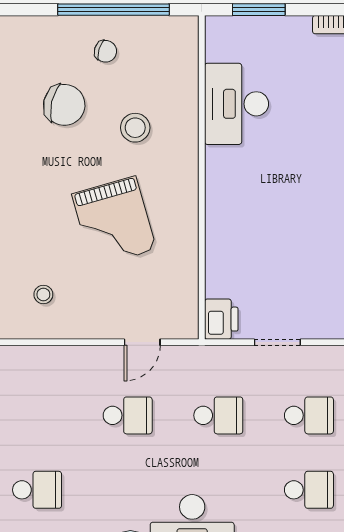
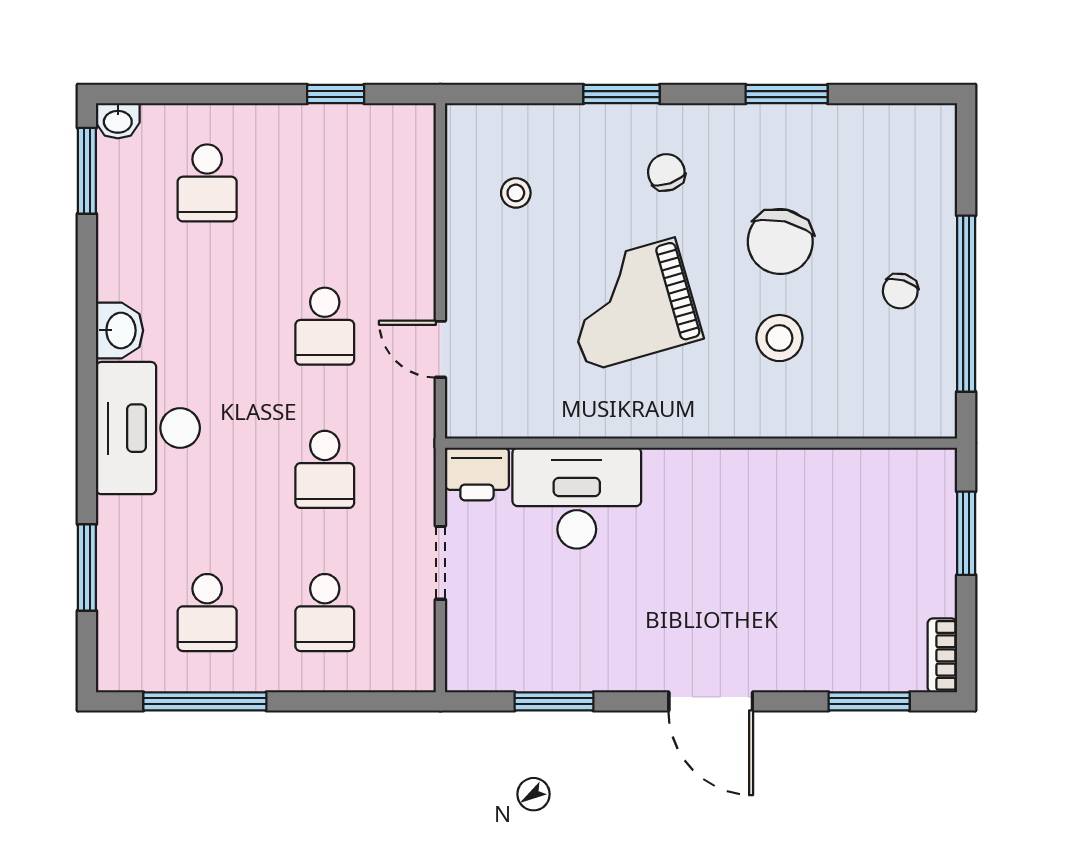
desk: (236, 104) -> (577, 498), moved
chair: (64, 105) -> (780, 242), moved
chair: (30, 199) -> (666, 172), added

